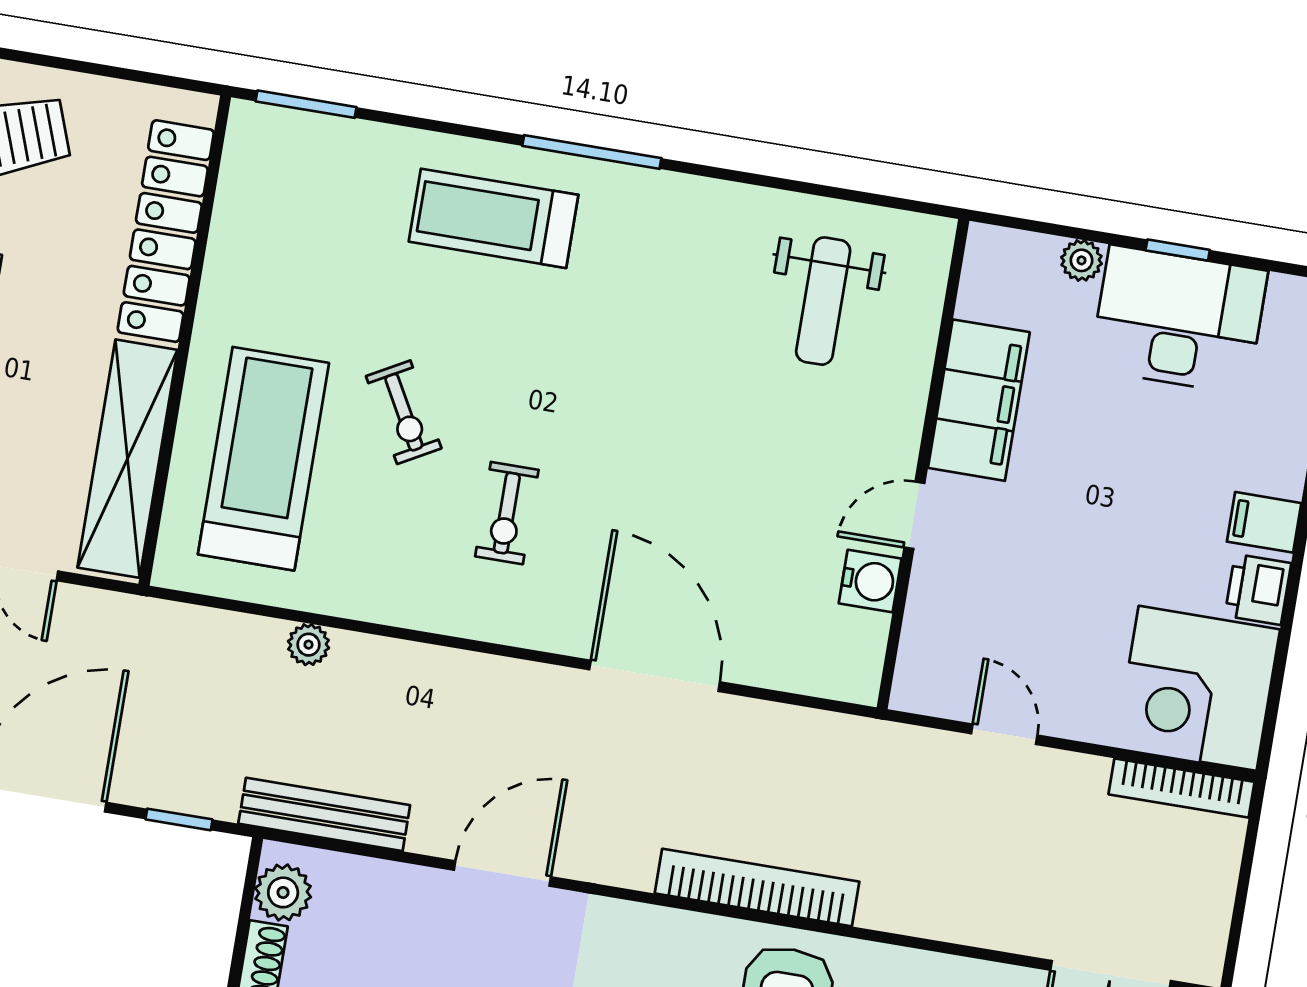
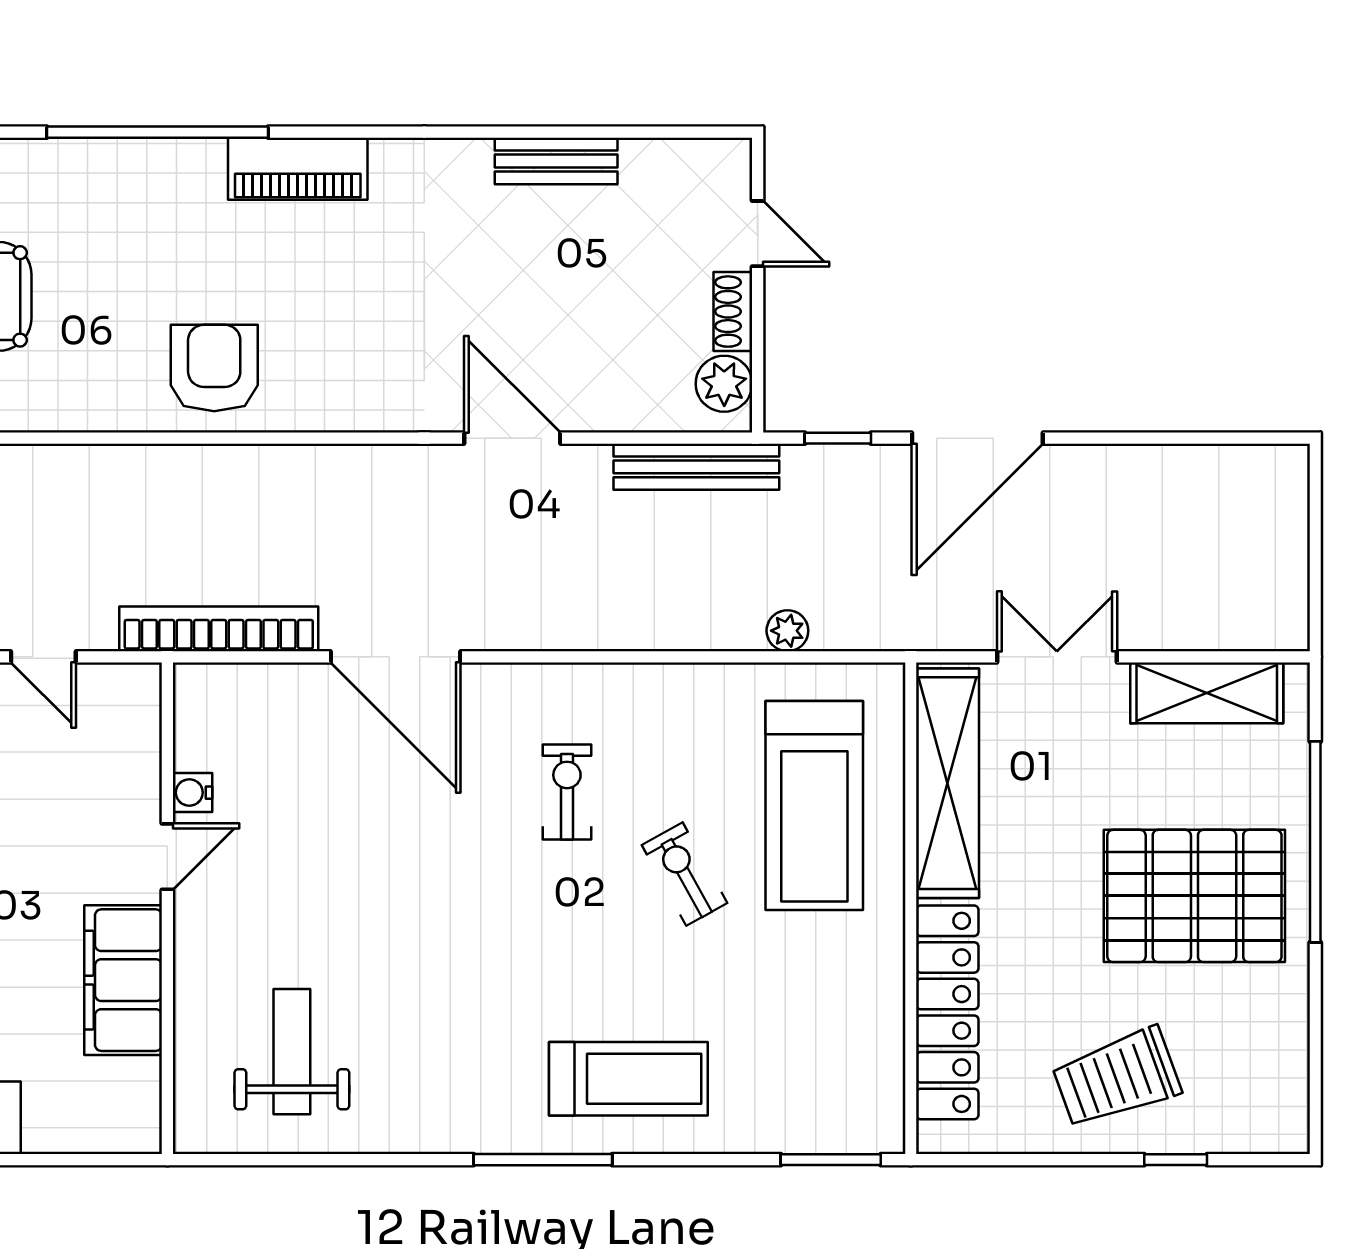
plant: (1081, 260) -> (45, 1134), removed
water cooler: (870, 581) -> (192, 793), width x0.72, depth x0.72
plant: (309, 645) -> (787, 631), moved
door: (502, 874) -> (512, 438), swing flipped
bookcase: (757, 888) -> (219, 629), moved, turned 180

